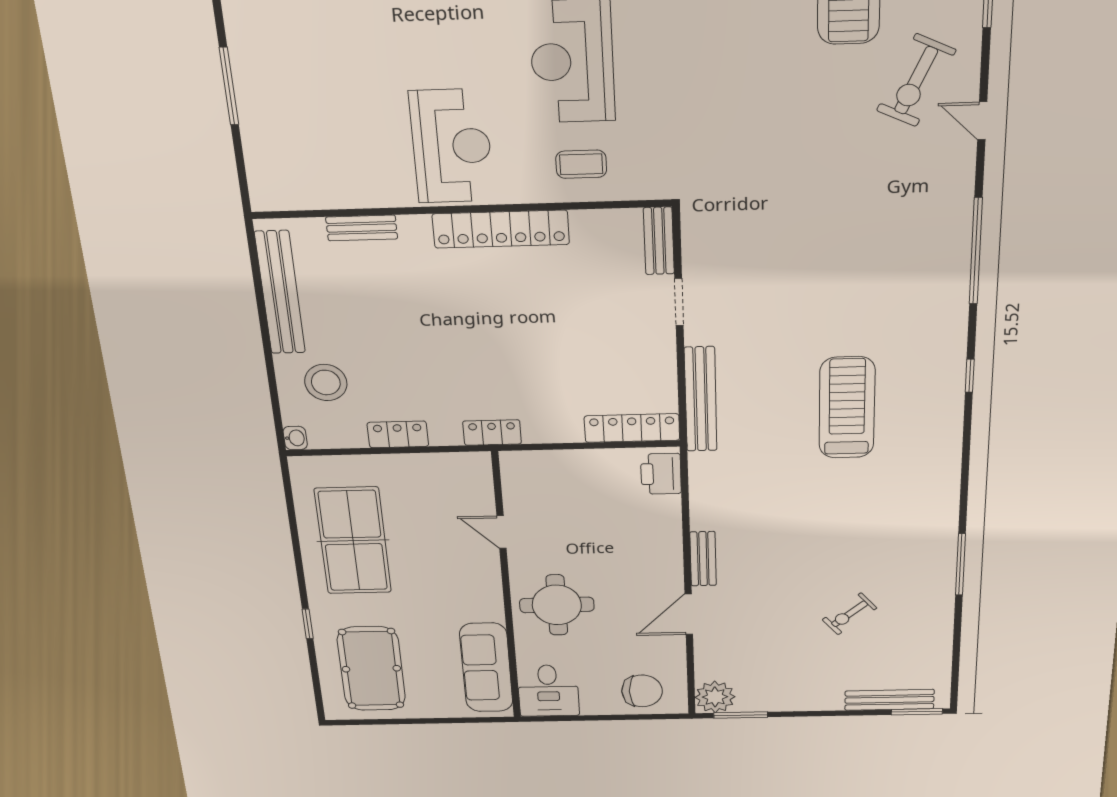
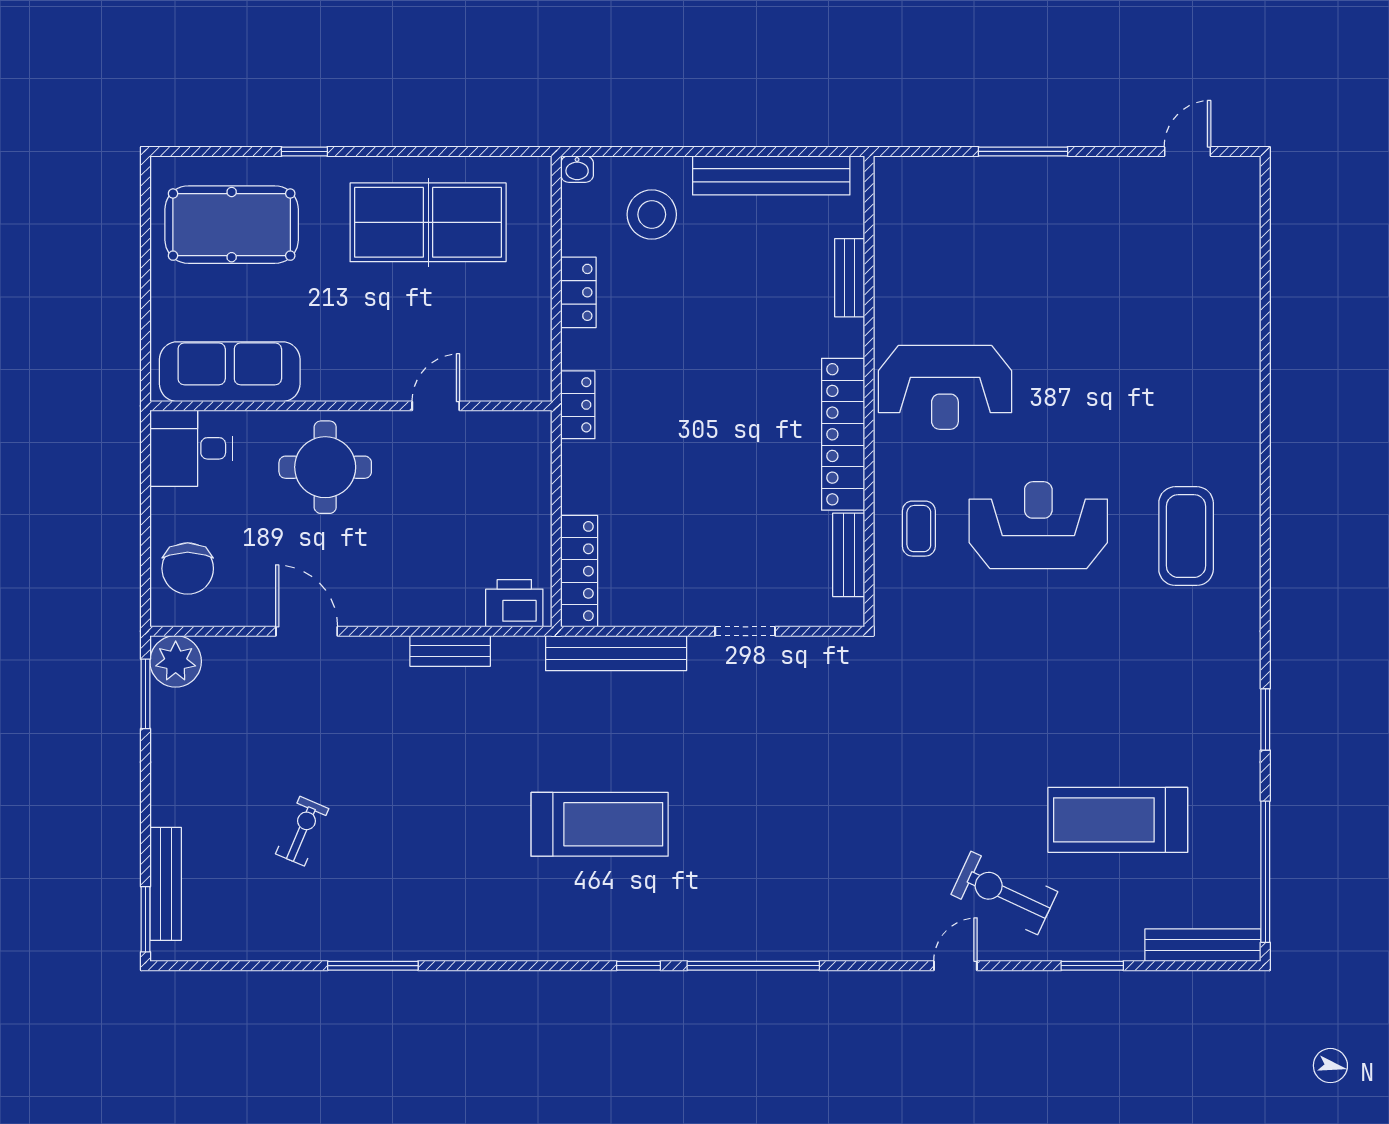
bench: (659, 241) -> (849, 555), moved, turned 90
window: (976, 251) -> (753, 966), moved
bench: (703, 559) -> (450, 651), moved
exercise bike: (849, 614) -> (302, 831), turned 63

